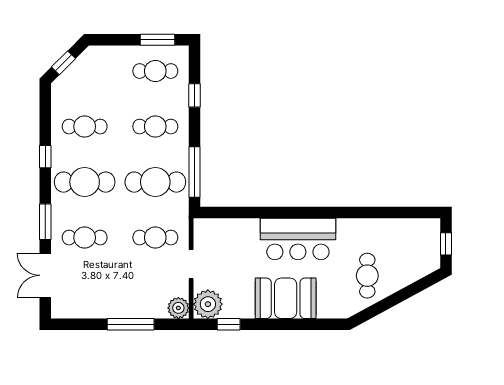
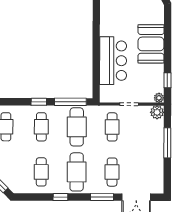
window: (195, 95) -> (39, 102), moved
bar counter: (298, 239) -> (113, 61), moved
plant: (208, 304) -> (159, 98), width x0.53, depth x0.53

